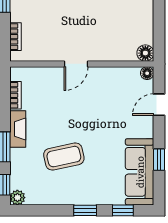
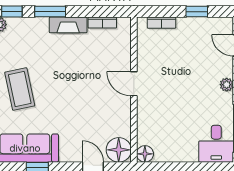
floor lamp: (147, 73) -> (119, 150), width x1.89, depth x1.89
coffee table: (64, 157) -> (20, 89), moved

